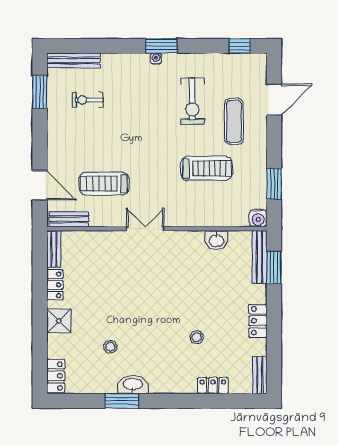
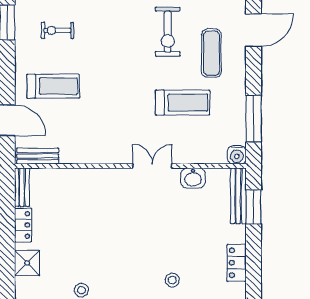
treadmill: (104, 184) -> (53, 86), moved, turned 180
window: (274, 184) -> (254, 119), width x1.44
double door: (145, 229) -> (152, 166), moved

